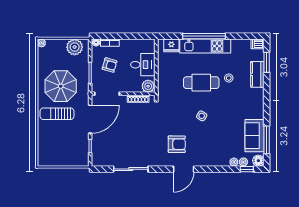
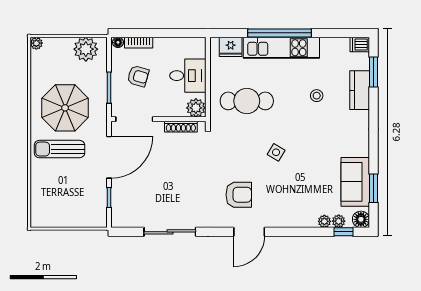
cafe table: (201, 83) -> (247, 101), moved
window: (267, 140) -> (373, 188), width x0.69

